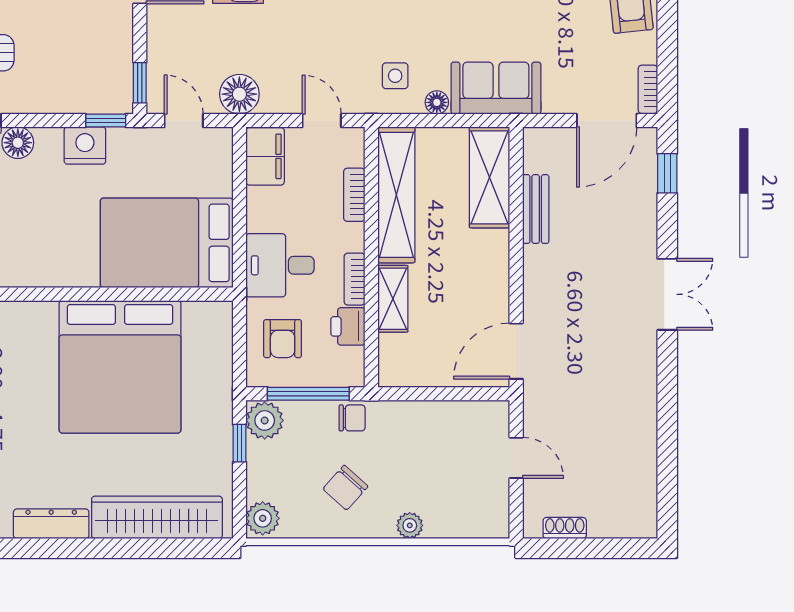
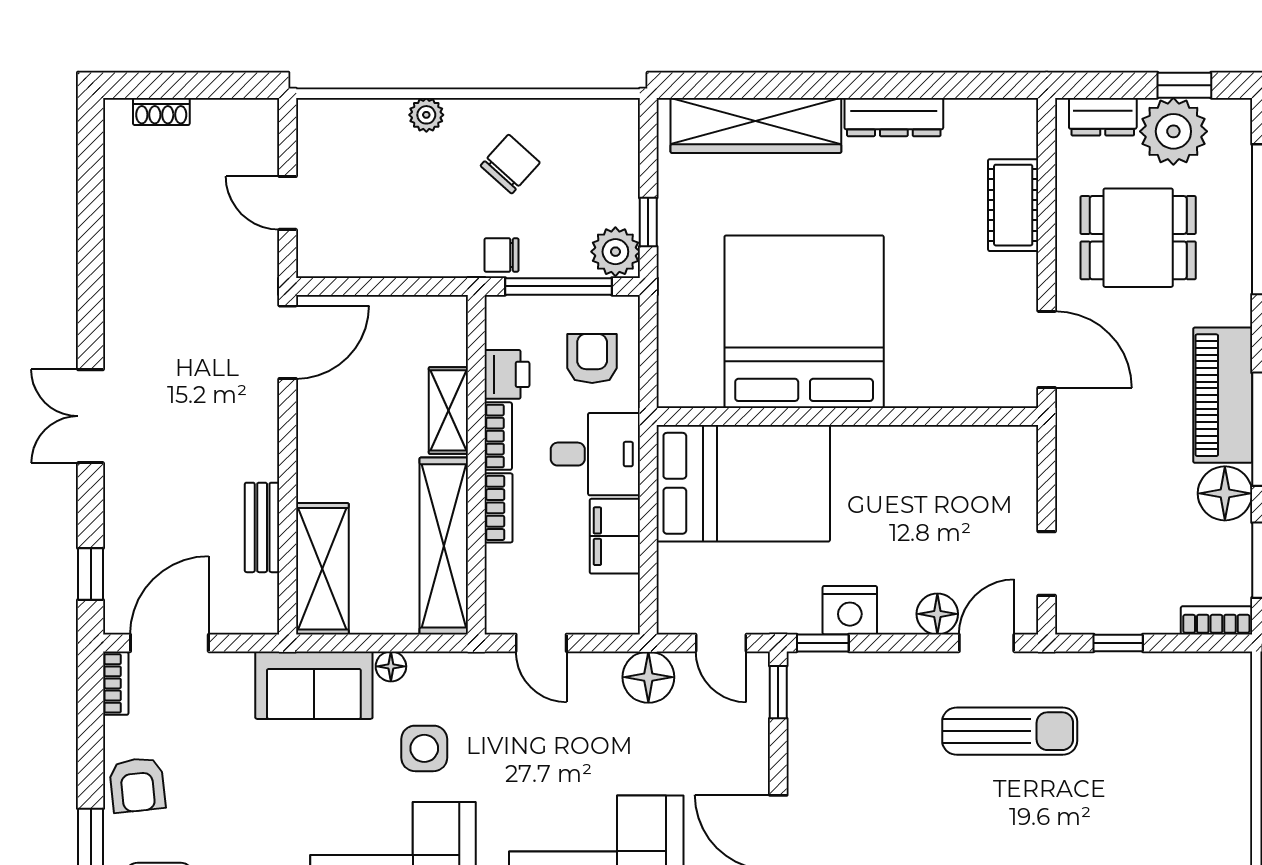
side table: (395, 76) -> (424, 748), moved, width x1.37, depth x1.37
filing cabinet: (265, 156) -> (615, 536), moved
bookcase: (354, 195) -> (499, 508), moved
plant: (263, 518) -> (618, 124), removed
shoe rack: (565, 528) -> (161, 111), moved

